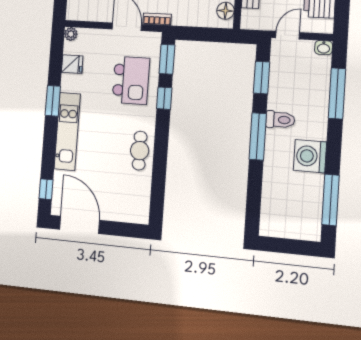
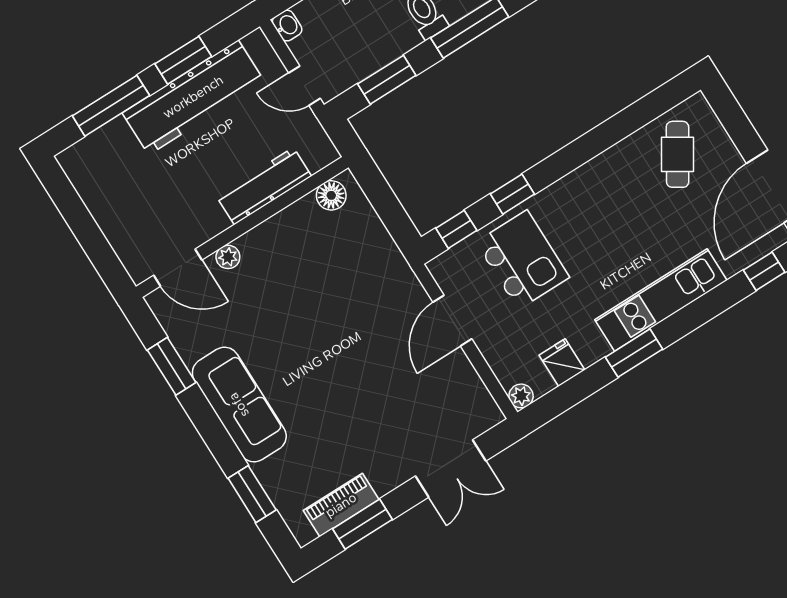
bookcase: (157, 19) -> (411, 284), removed
window: (167, 59) -> (456, 229), width x0.67
kitchen island: (131, 80) -> (523, 260), turned 90
cafe table: (140, 151) -> (678, 154), moved, turned -58

